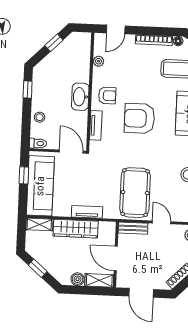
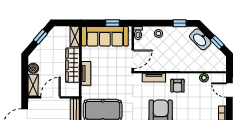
washbasin: (80, 97) -> (200, 39), moved, turned -135

